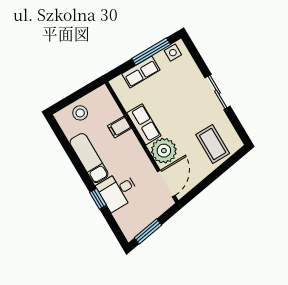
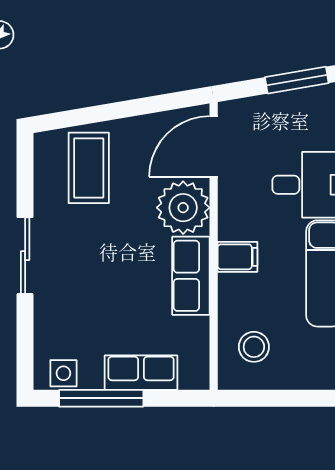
stool: (80, 113) -> (254, 347), moved
filing cabinet: (119, 127) -> (238, 257), moved

